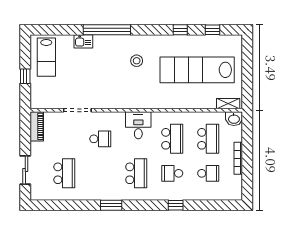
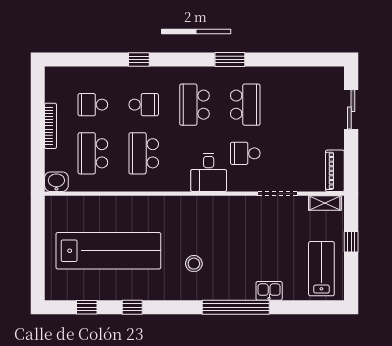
shelving: (228, 104) -> (325, 203), moved
desk: (138, 125) -> (209, 172), moved
school desk: (64, 173) -> (245, 105), moved, turned 180

